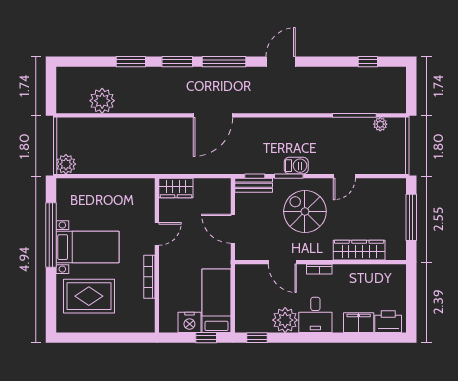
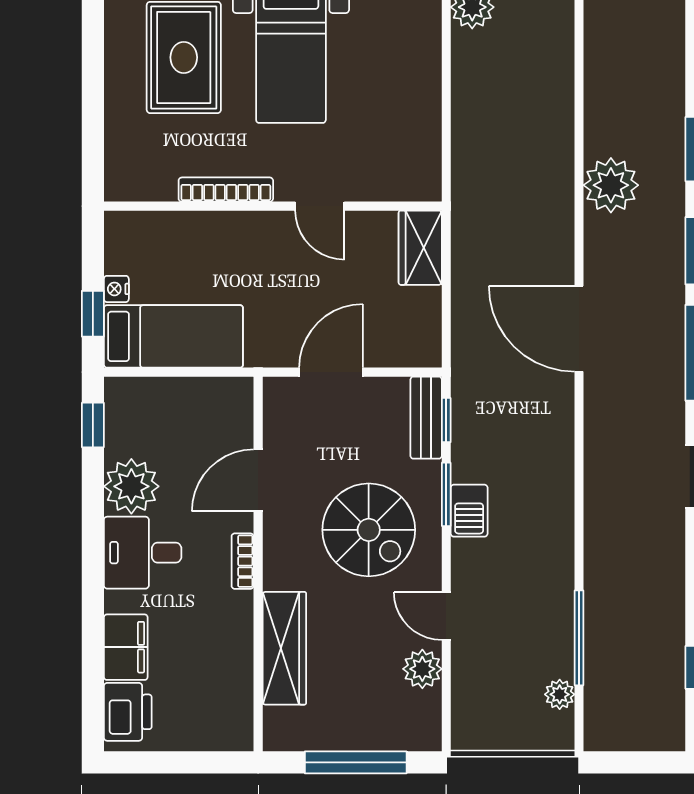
plant: (102, 101) -> (611, 185), moved
plant: (369, 187) -> (422, 669), added
spiral stairs: (305, 211) -> (369, 530), turned 90
nightstand: (189, 322) -> (116, 289), width x0.53, depth x0.56

